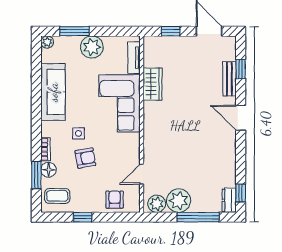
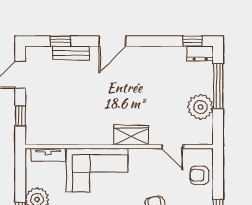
wardrobe: (152, 84) -> (131, 135), moved
plant: (157, 204) -> (204, 130), removed

